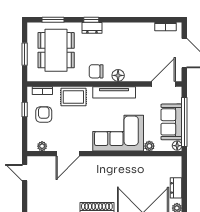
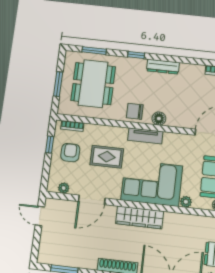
dresser: (92, 28) -> (163, 67), moved, width x1.44
tv unit: (114, 92) -> (145, 136), width x0.71
rug: (73, 97) -> (107, 157), moved
wardrobe: (111, 164) -> (140, 217), added

